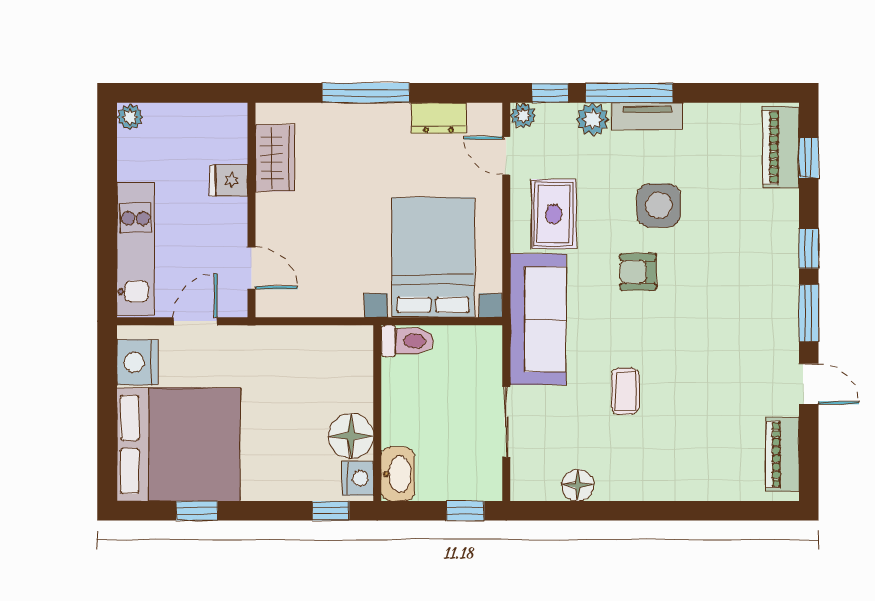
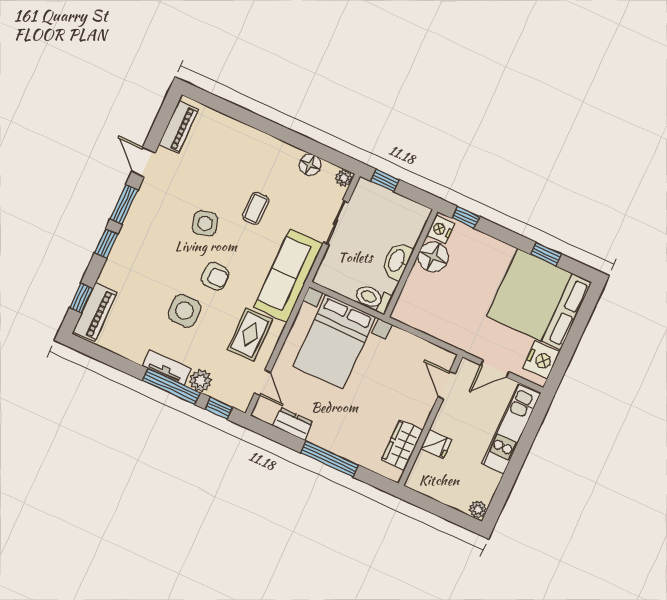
plant: (523, 115) -> (344, 178), moved
side table: (686, 338) -> (205, 223), added
washbasin: (398, 474) -> (397, 261), moved

